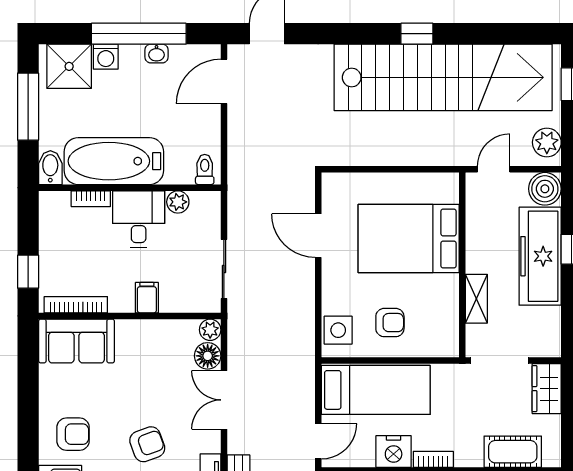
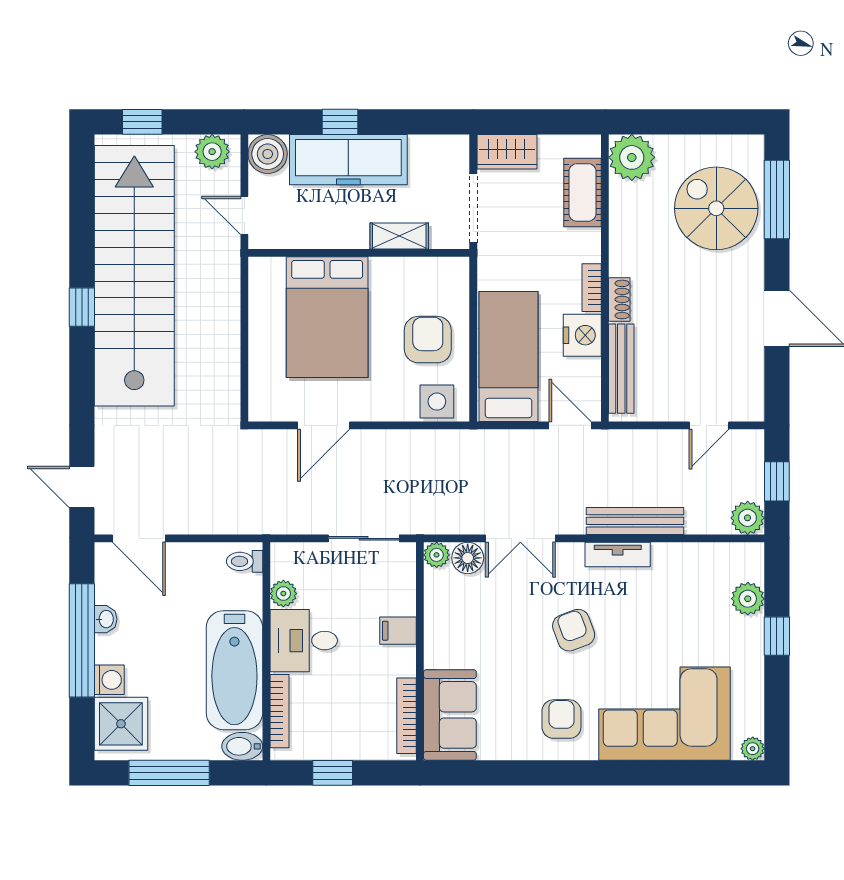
bookcase: (91, 199) -> (279, 711), width x1.56
window: (28, 272) -> (333, 773), moved
armchair: (390, 323) -> (428, 340), width x1.38, depth x1.38

